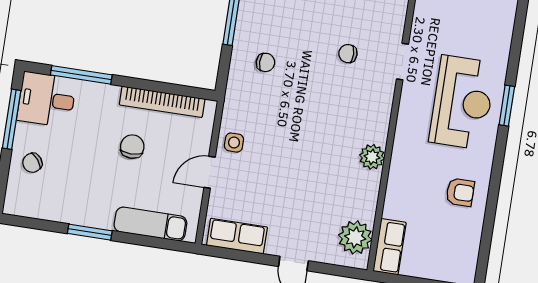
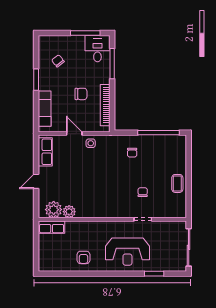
window: (507, 106) -> (154, 274), moved
plant: (372, 157) -> (69, 212), moved
chair: (32, 163) -> (58, 61), moved

